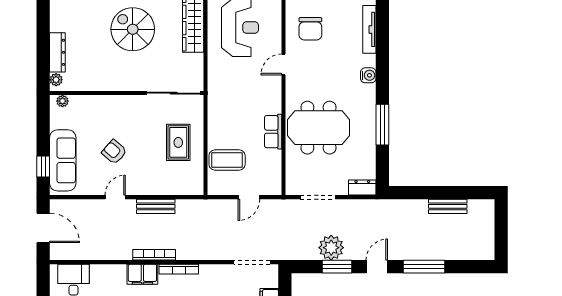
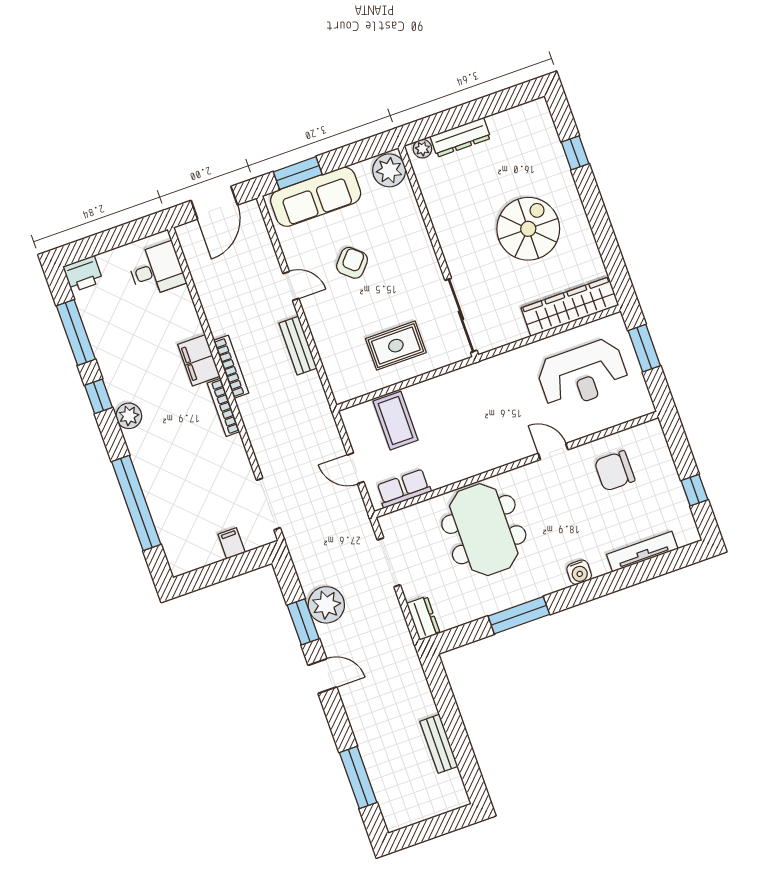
plant: (62, 101) -> (389, 170), width x1.88, depth x1.88
row of seats: (273, 132) -> (404, 488), moved
window: (43, 167) -> (298, 173), width x1.50
window: (424, 267) -> (358, 777), moved

